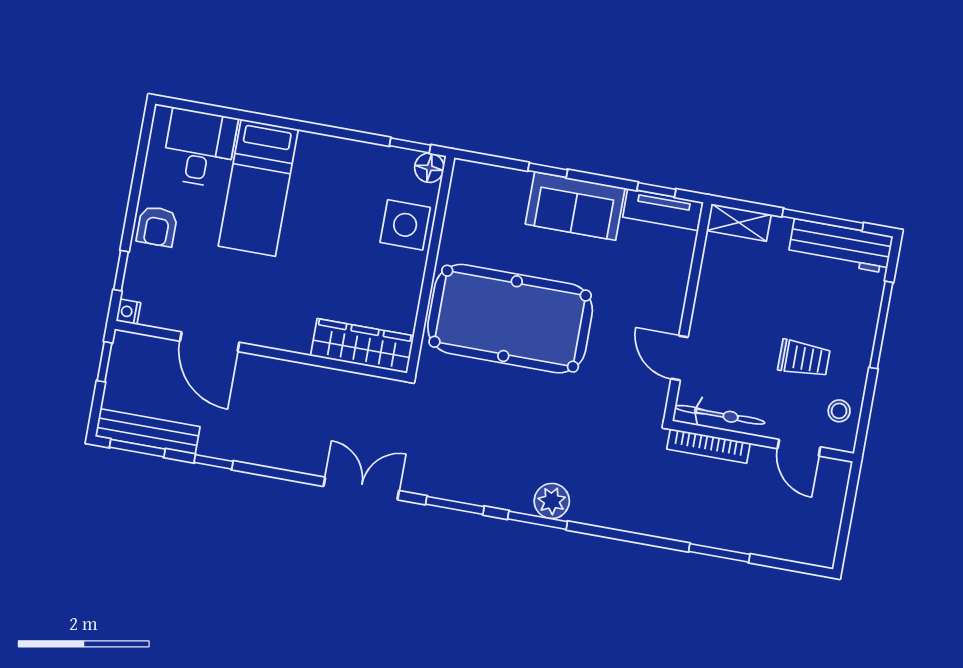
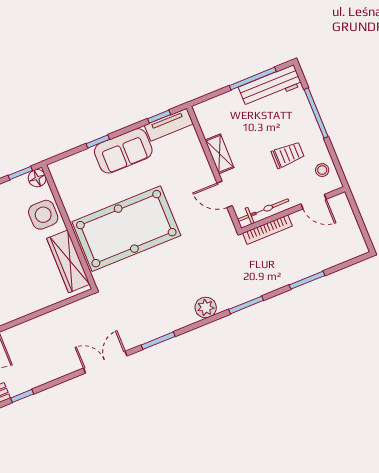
shelving: (739, 223) -> (220, 154), moved, turned 90
wardrobe: (362, 346) -> (68, 261), moved, turned -90
window: (538, 520) -> (246, 305), moved

